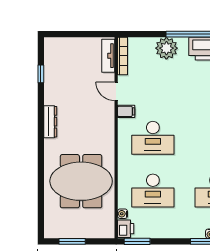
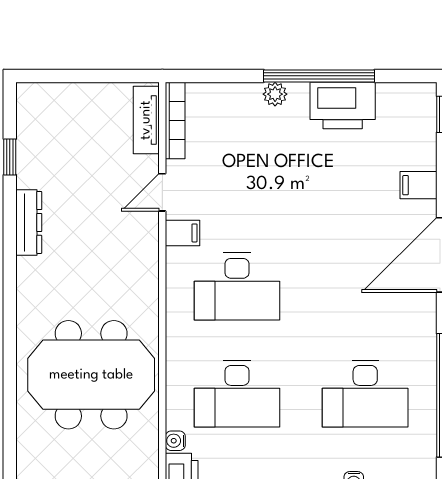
plant: (166, 48) -> (275, 94), width x0.53, depth x0.53
door: (116, 91) -> (162, 192), hinge flipped
dresser: (50, 122) -> (29, 222), moved

